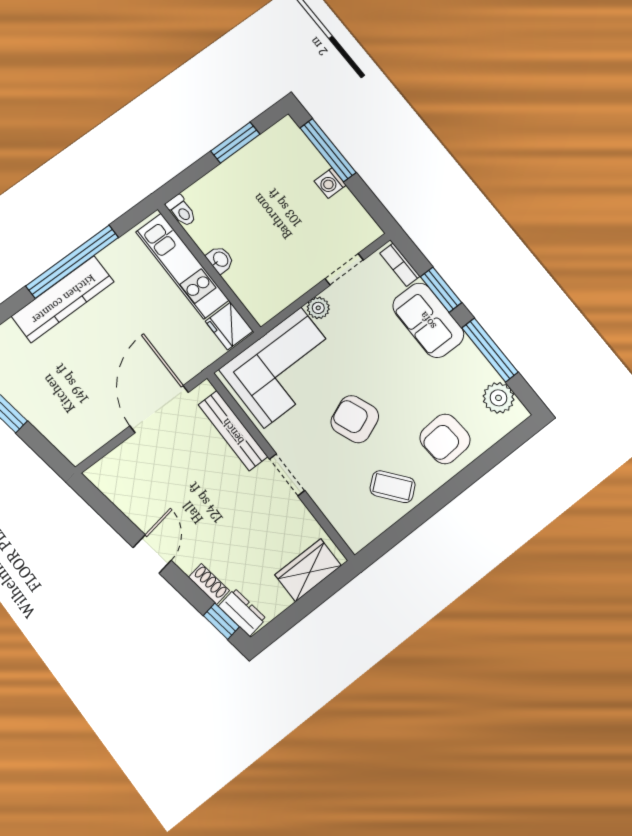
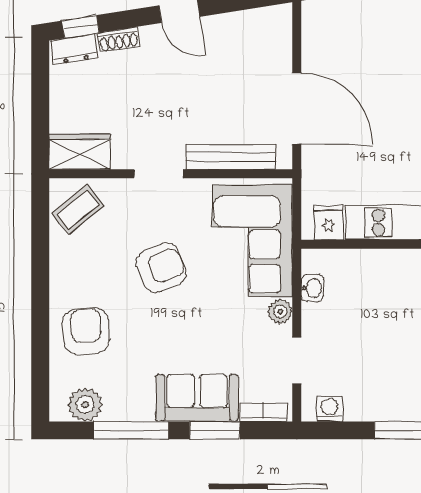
washing machine: (330, 183) -> (329, 409), moved
washbasin: (220, 260) -> (312, 288), moved, turned -90
fridge: (229, 326) -> (328, 223), width x0.72
coffee table: (393, 487) -> (78, 209), moved
wardrobe: (308, 570) -> (80, 152), moved, turned -90

